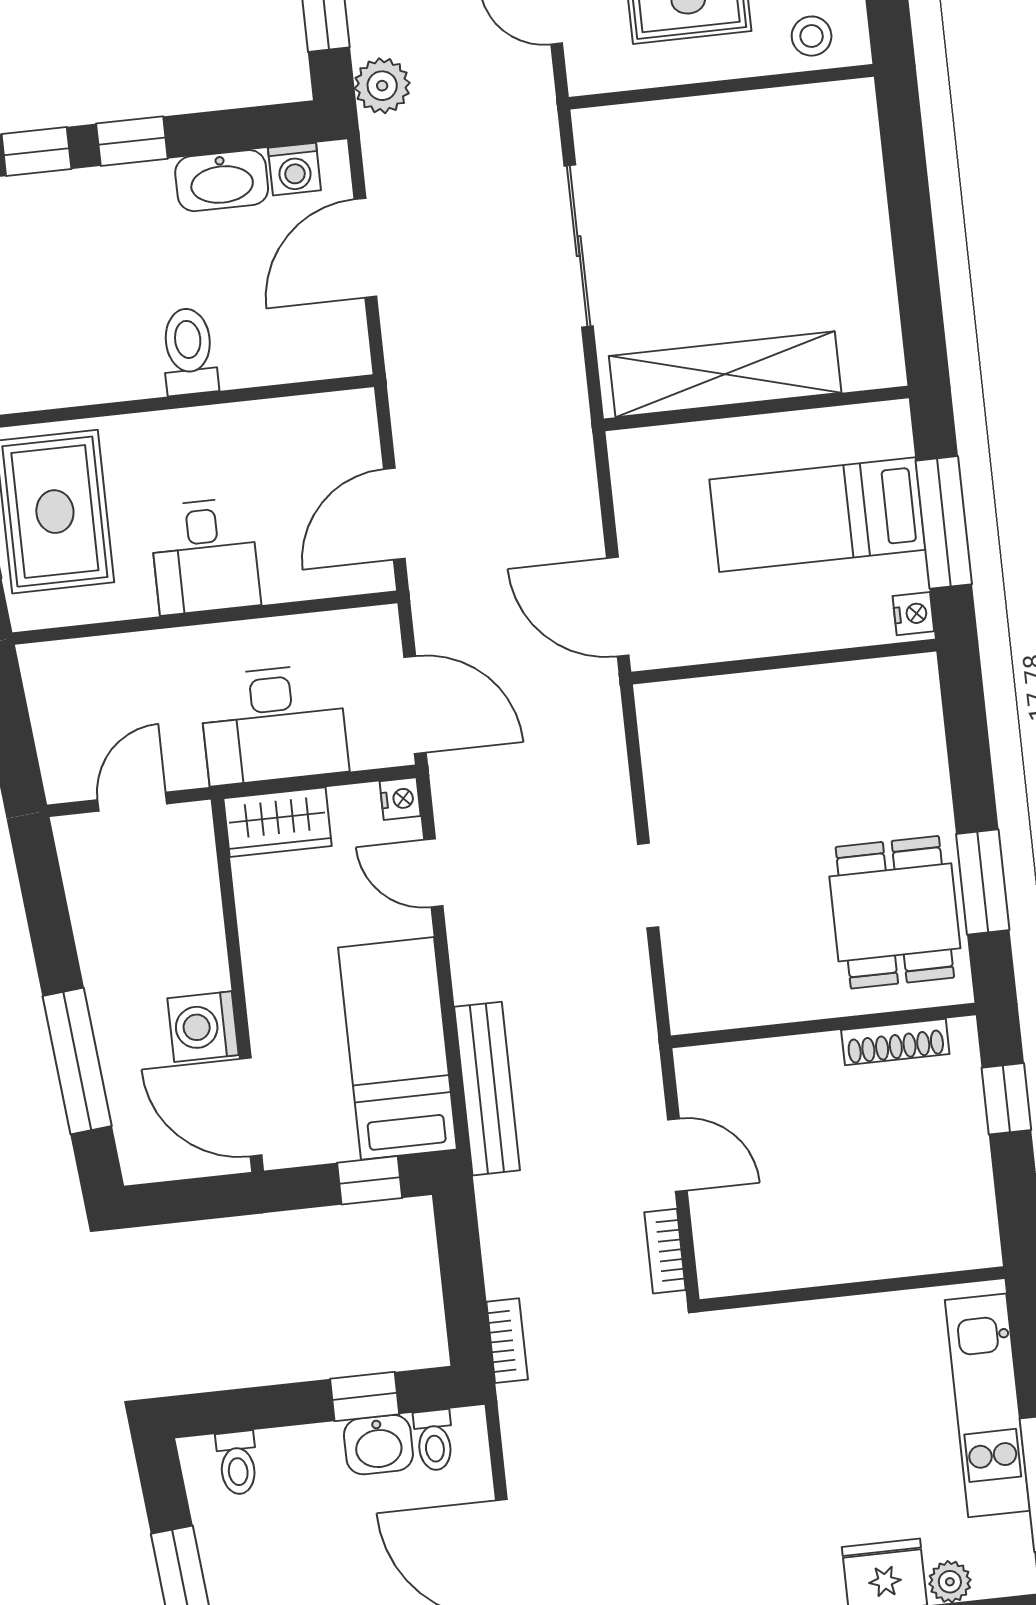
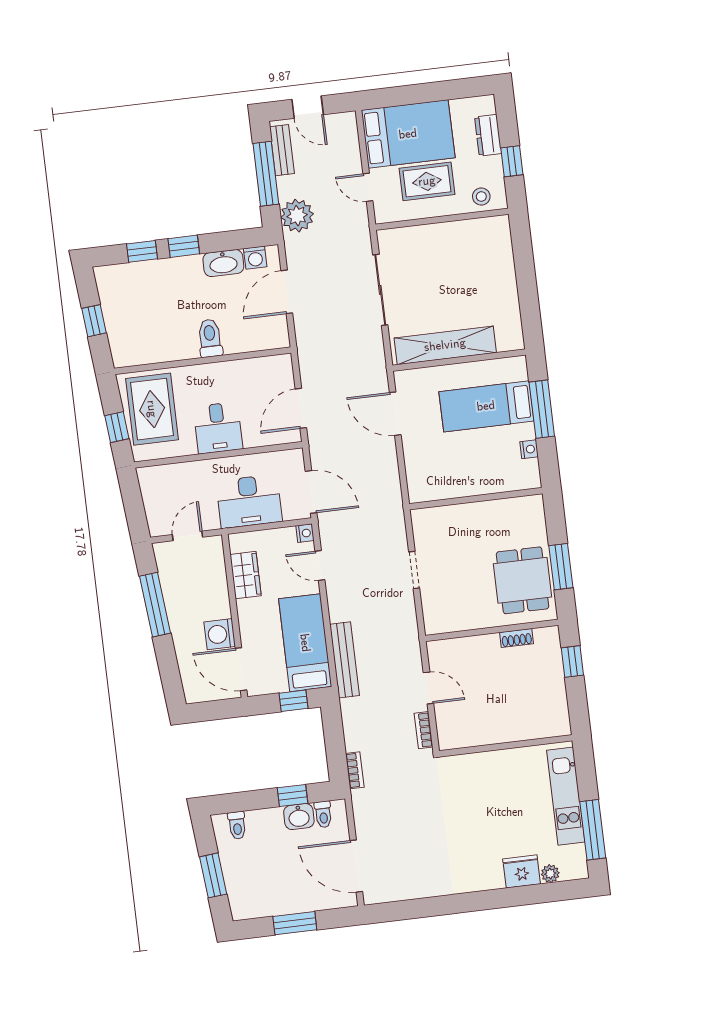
plant: (382, 86) -> (297, 216), width x1.36, depth x1.36
door: (618, 607) -> (395, 414), moved
wall: (784, 662) -> (476, 499), moved
wardrobe: (278, 822) -> (246, 575), moved, turned -90
shoe rack: (895, 1042) -> (517, 638), width x0.70
window: (77, 1061) -> (155, 605), moved

